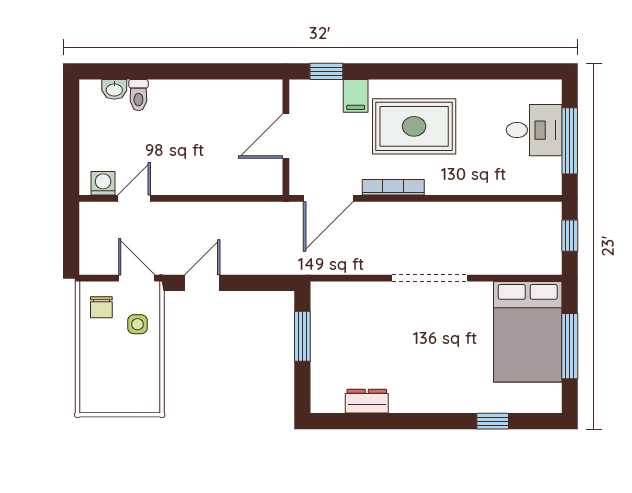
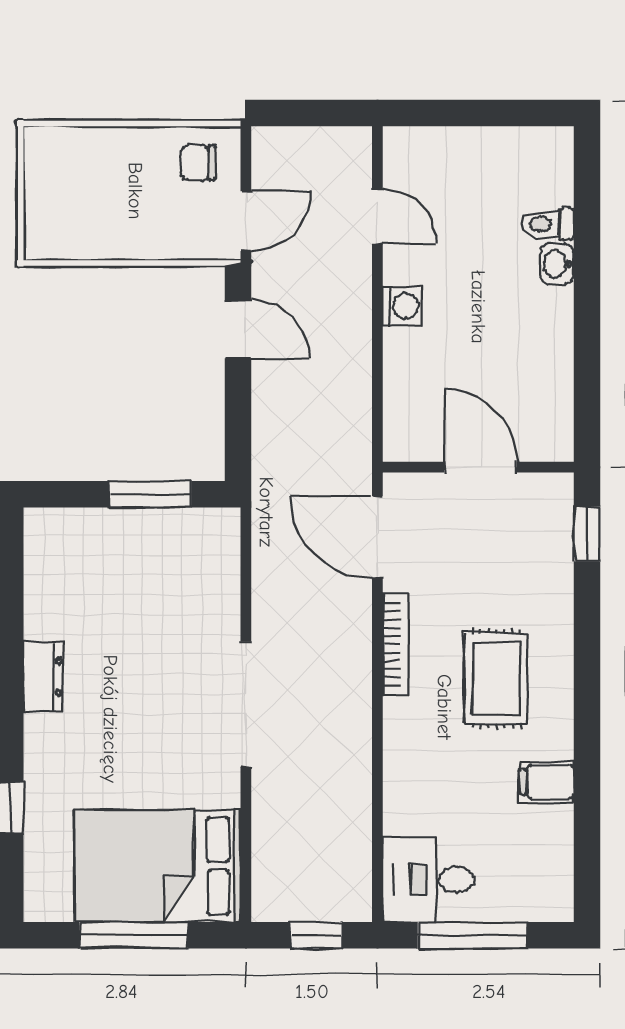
washbasin: (114, 89) -> (557, 264), moved
filing cabinet: (356, 96) -> (547, 782), moved
rug: (414, 126) -> (496, 678), width x0.73, depth x0.70
desk: (534, 130) -> (428, 880), moved, turned 90
washing machine: (103, 183) -> (402, 306), moved
side table: (137, 324) -> (170, 222), removed
dresser: (367, 401) -> (43, 677), moved

